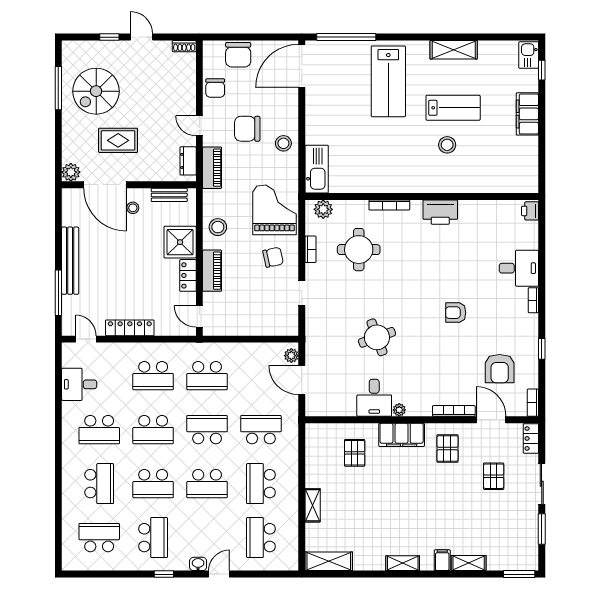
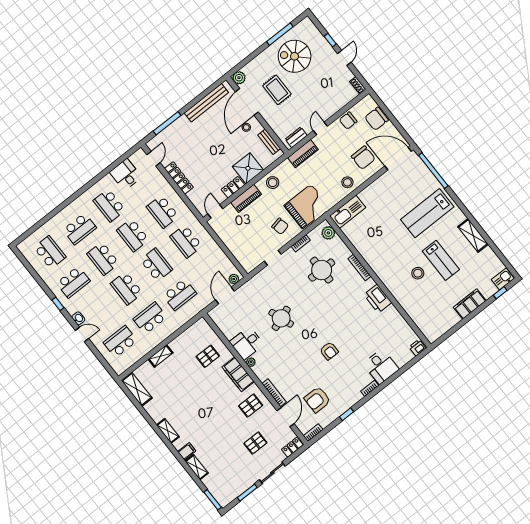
chair: (247, 129) -> (363, 158), moved, turned 180
bench: (70, 261) -> (206, 103), moved
armchair: (456, 313) -> (329, 351), turned 180
school desk: (261, 430) -> (180, 295), turned 90

